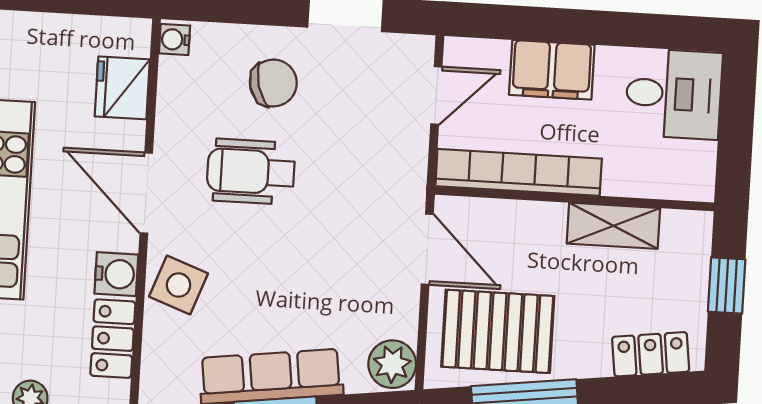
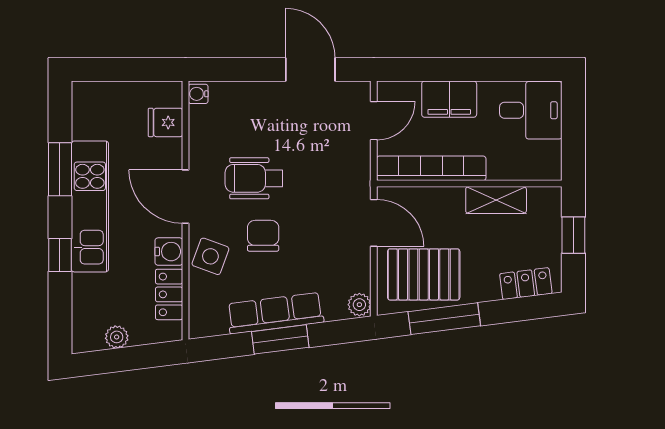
chair: (273, 83) -> (263, 236), moved, turned -75
fridge: (122, 88) -> (165, 122), width x0.72
plant: (392, 364) -> (359, 305), width x0.73, depth x0.73

